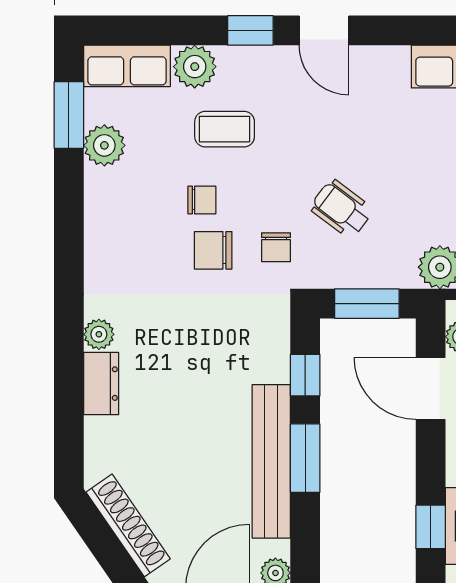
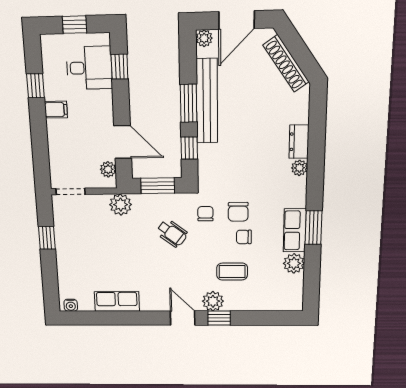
row of seats: (127, 66) -> (295, 230), moved, turned -90
plant: (195, 67) -> (213, 301), moved
window: (69, 115) -> (313, 228), moved
chair: (213, 250) -> (238, 212), turned 90

